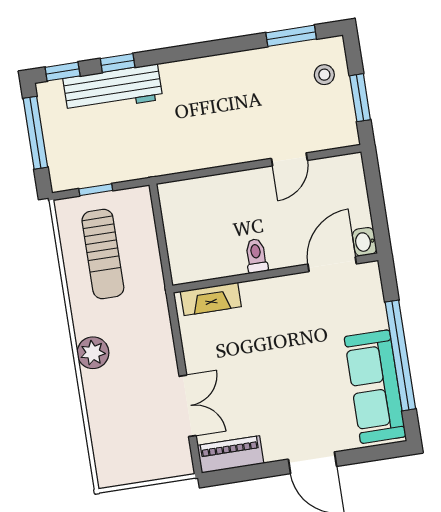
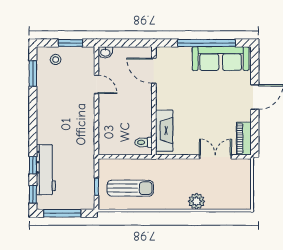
washbasin: (365, 242) -> (105, 52), moved
toilet: (256, 256) -> (144, 142), moved
fireplace: (211, 299) -> (164, 131), width x1.37, depth x1.32
plant: (93, 353) -> (196, 201), moved

